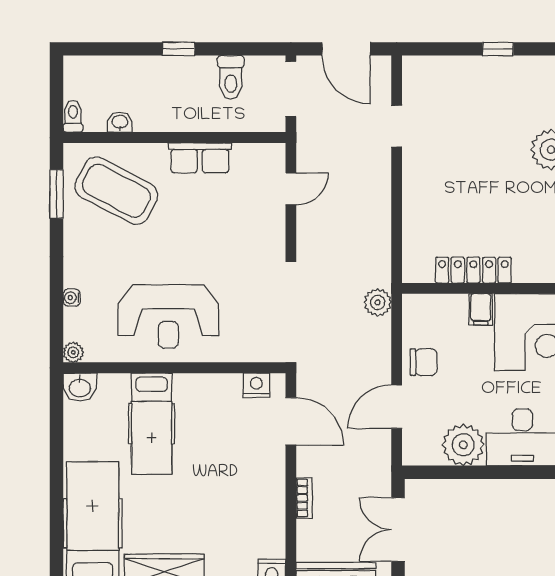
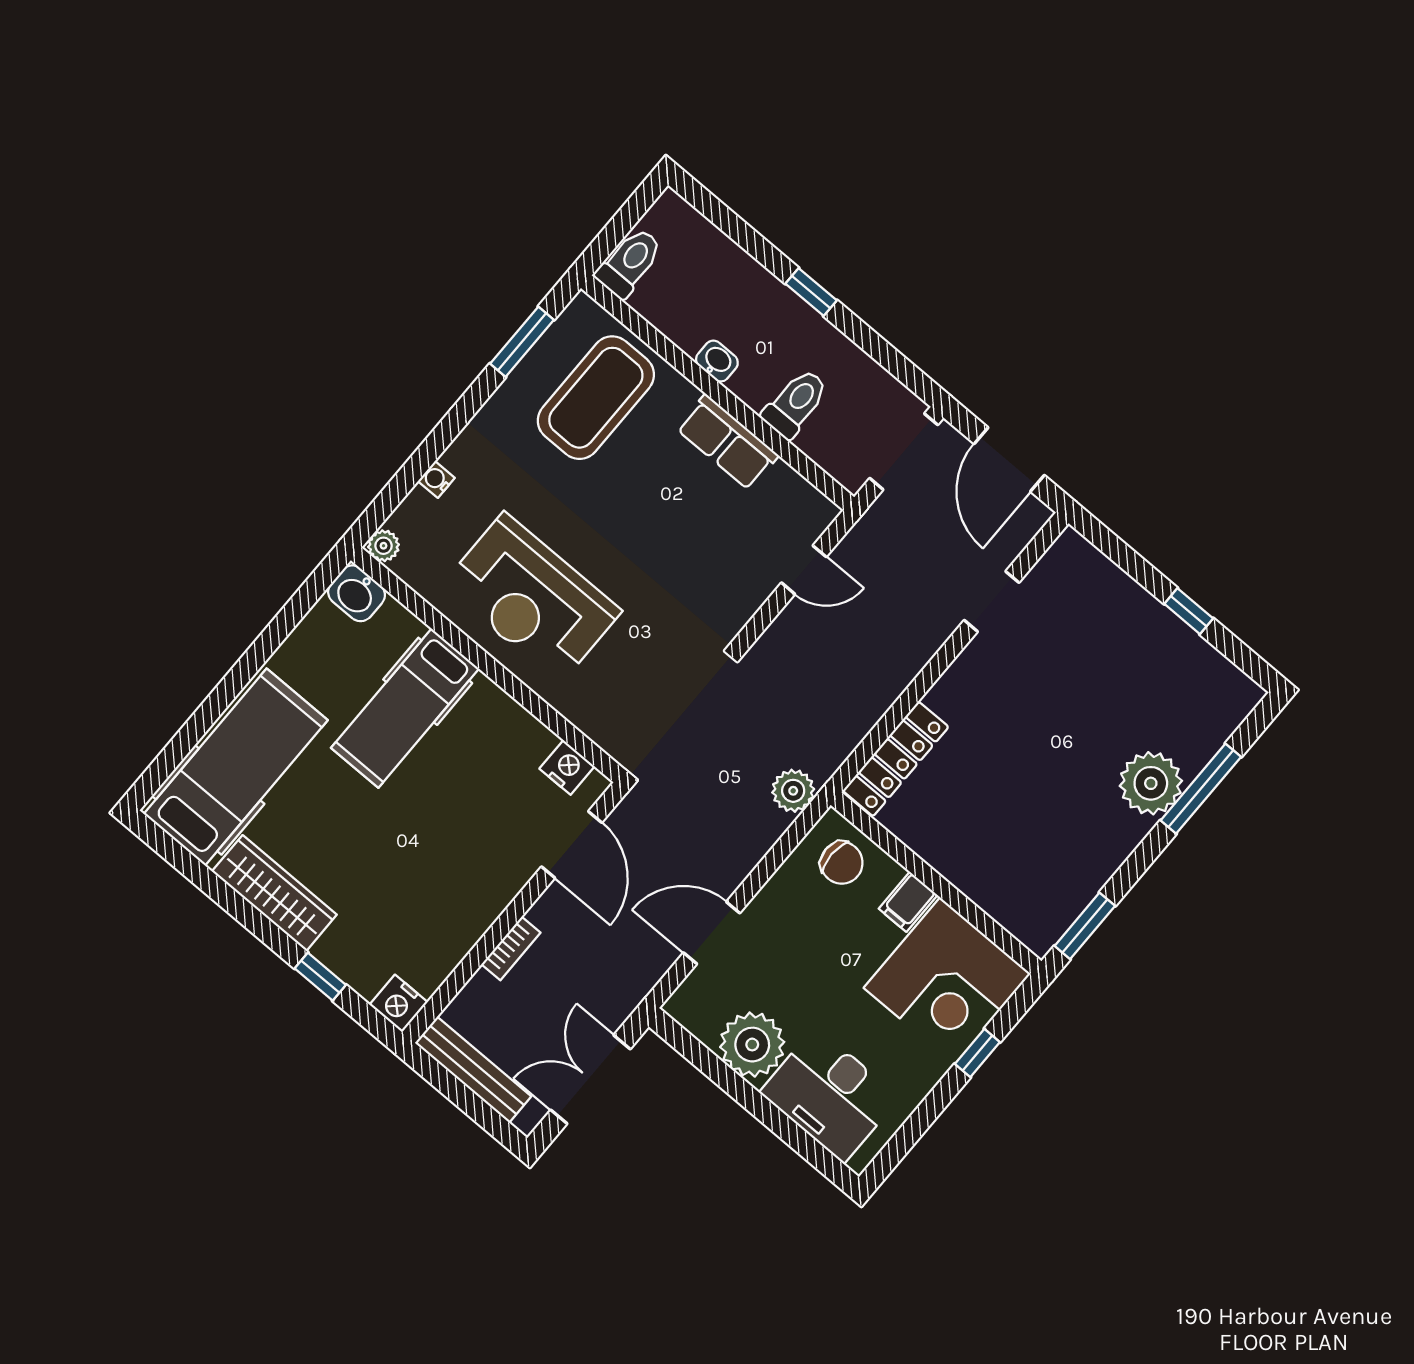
toilet: (231, 77) -> (795, 403), moved, turned 180
toilet: (73, 116) -> (629, 263), width x1.37, depth x1.39
washbasin: (120, 122) -> (717, 361), moved
coffee table: (116, 191) -> (596, 398), turned 62
locker: (473, 270) -> (896, 759), moved, turned 90
chair: (424, 362) -> (842, 863), moved

